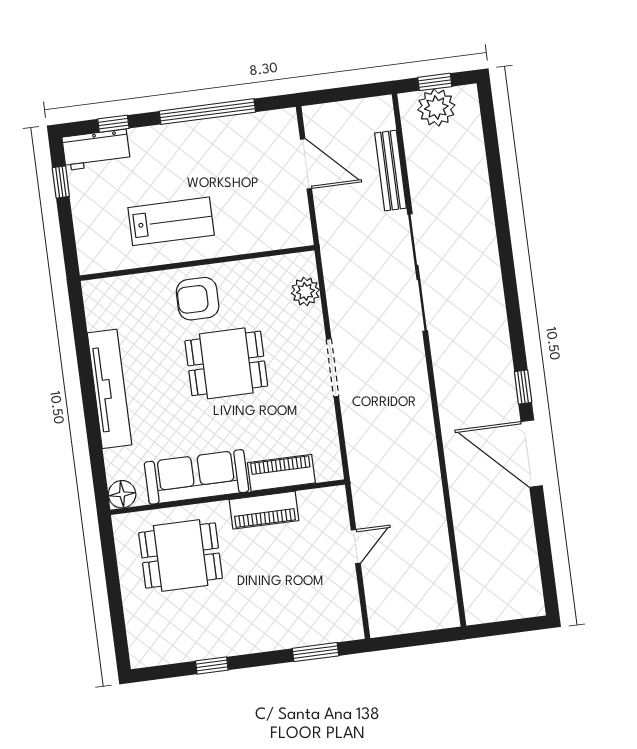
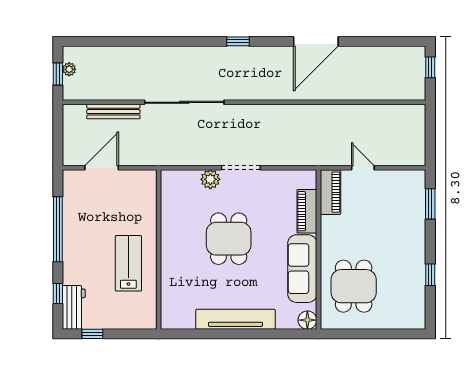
plant: (436, 108) -> (69, 69), width x0.53, depth x0.53
plant: (305, 291) -> (210, 179), moved
armchair: (198, 299) -> (183, 252), removed
window: (523, 387) -> (238, 41), moved
piano: (264, 510) -> (330, 192), moved
window: (515, 626) -> (430, 67), added

